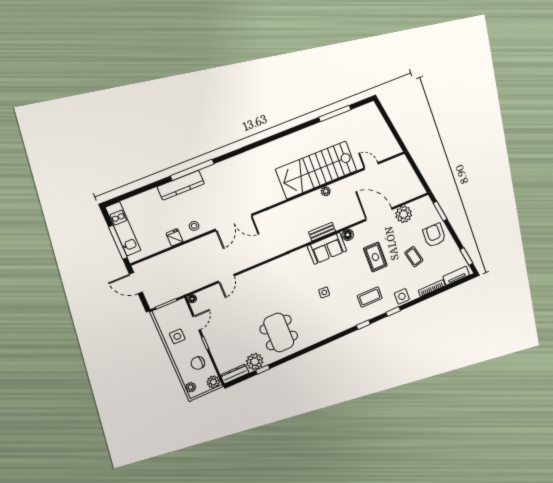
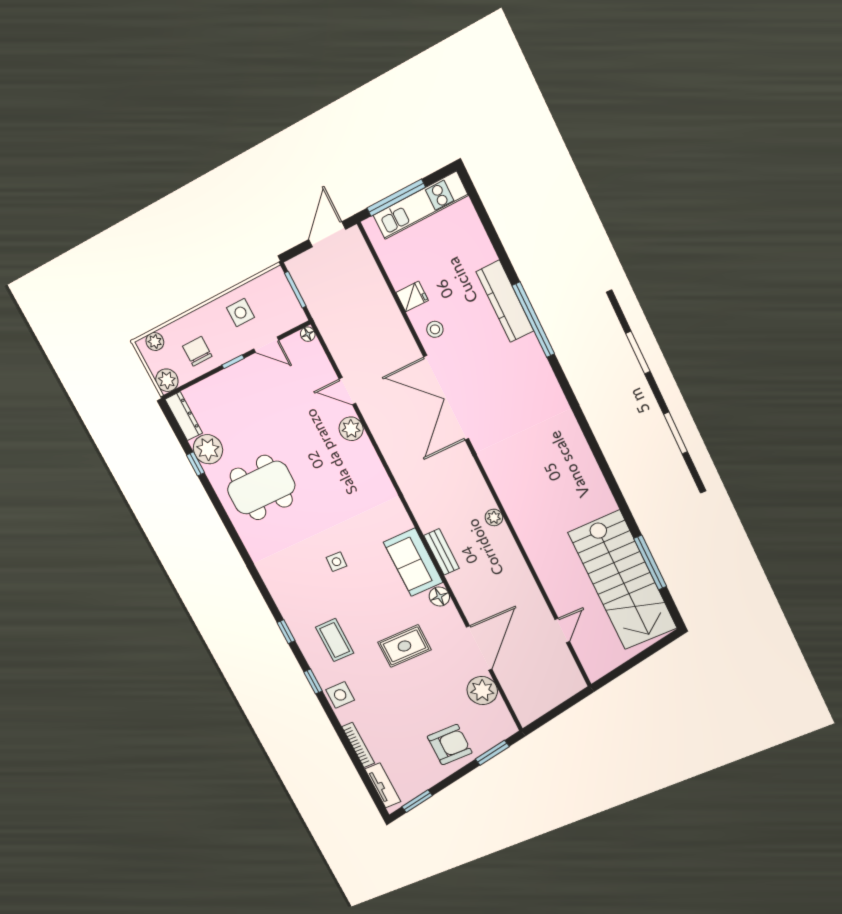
stairs: (316, 170) -> (623, 580), moved, turned 180
plant: (326, 191) -> (494, 517), moved
double door: (234, 222) -> (446, 398), width x1.36
coffee table: (414, 257) -> (410, 712), removed
plant: (248, 278) -> (351, 429), added

